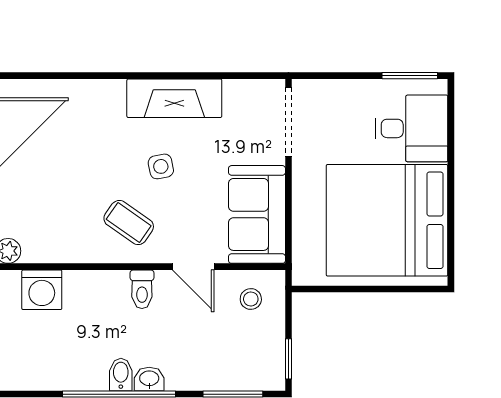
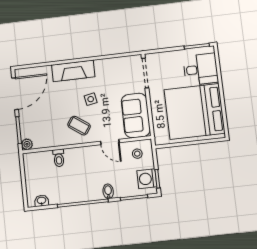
fireplace: (174, 98) -> (73, 71), moved
toilet: (142, 289) -> (59, 158), moved
washing machine: (42, 290) -> (147, 179), moved, turned 90
bidet: (121, 374) -> (108, 191), moved
washbasin: (149, 379) -> (41, 201), moved

